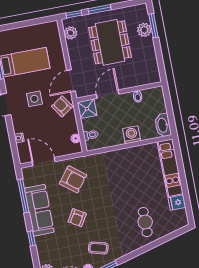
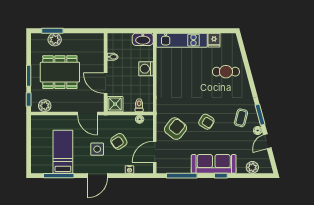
armchair: (62, 106) -> (119, 141), moved
sofa: (39, 210) -> (214, 164), moved
armchair: (77, 218) -> (206, 122), moved

